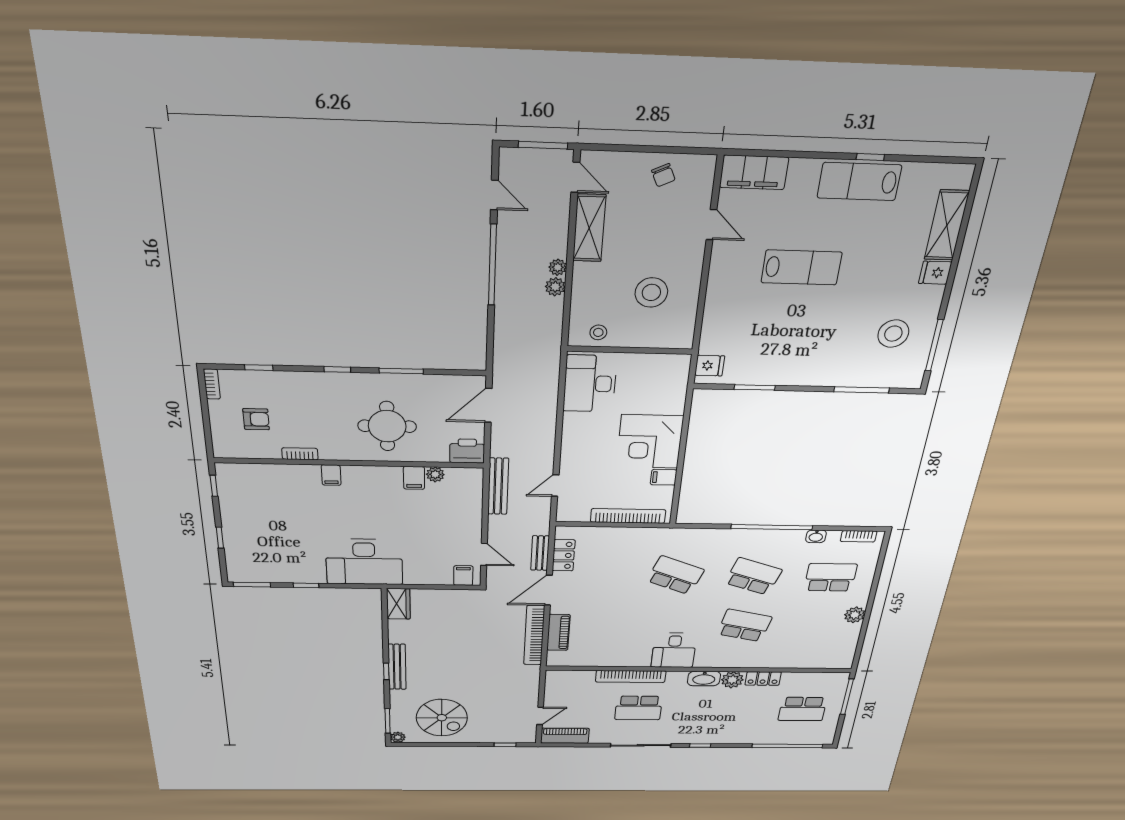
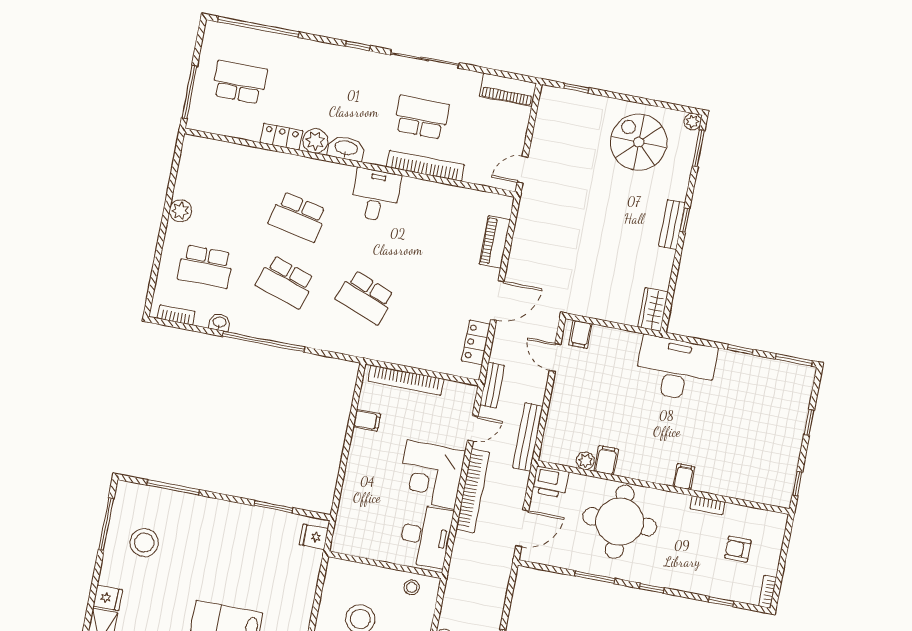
round table: (387, 426) -> (620, 522), width x1.36, depth x1.36
corner desk: (650, 442) -> (431, 475), moved, turned 180
bench: (540, 553) -> (492, 385), moved
bookcase: (534, 635) -> (473, 491), moved
bench: (397, 667) -> (672, 225), width x0.73
door: (540, 716) -> (523, 170), moved

